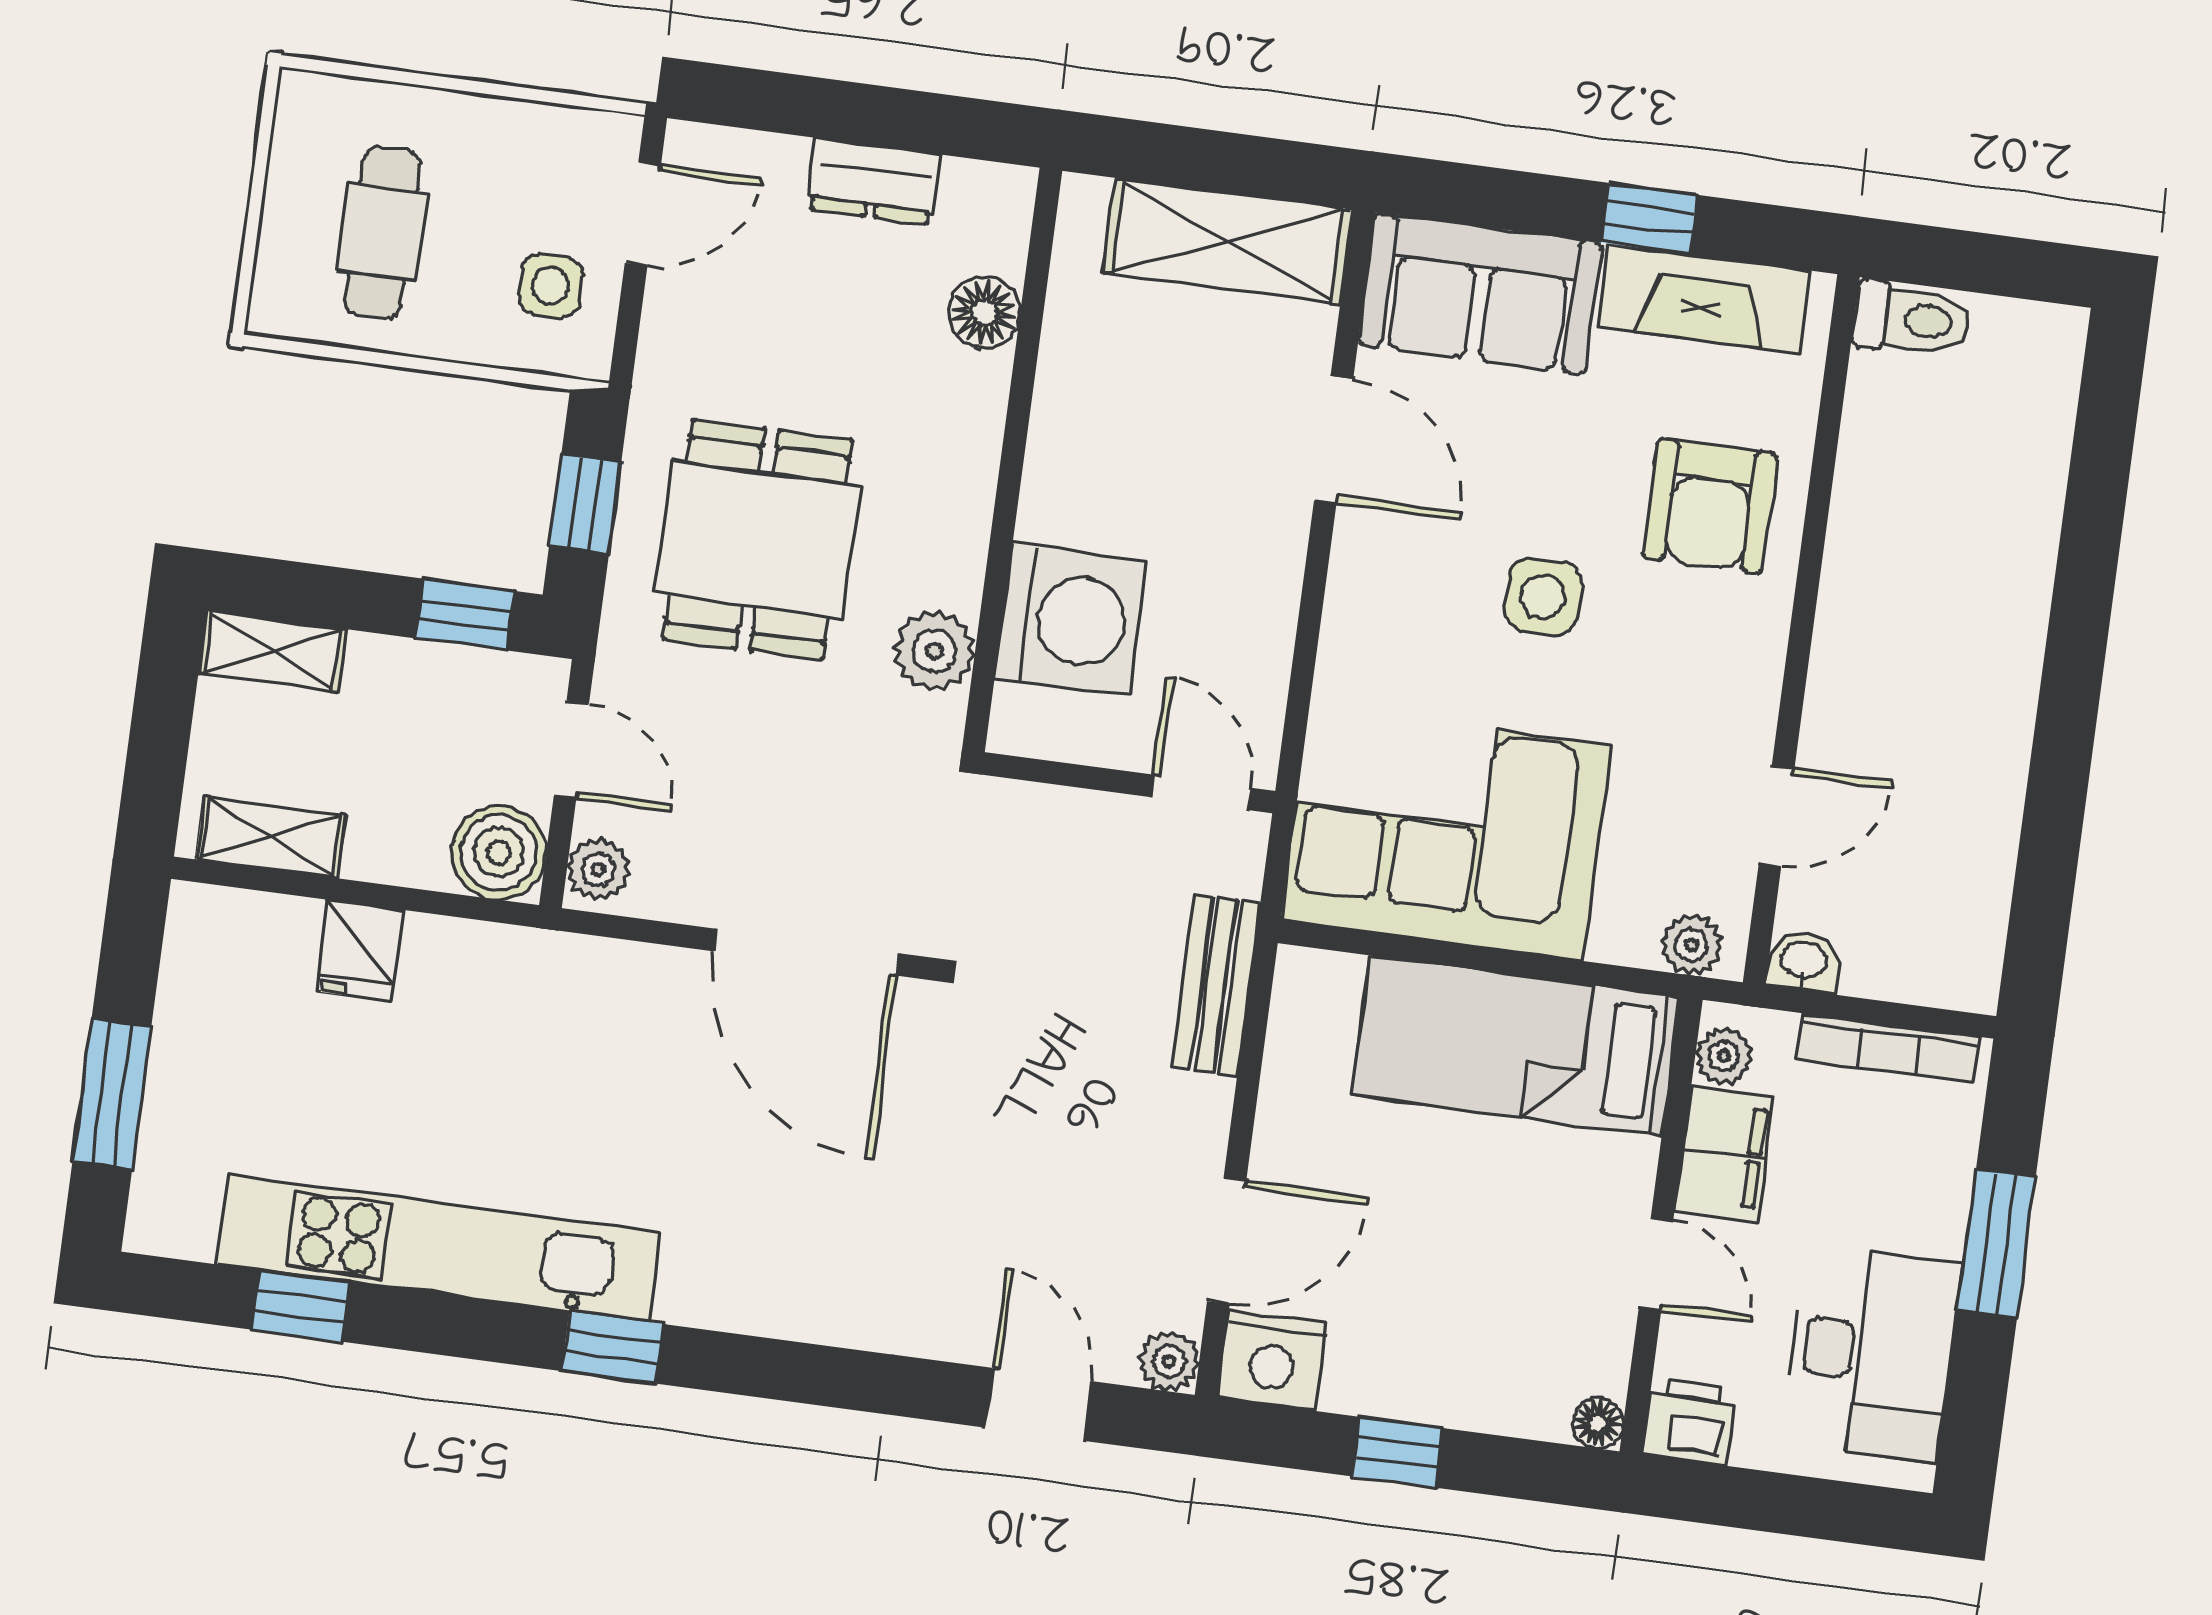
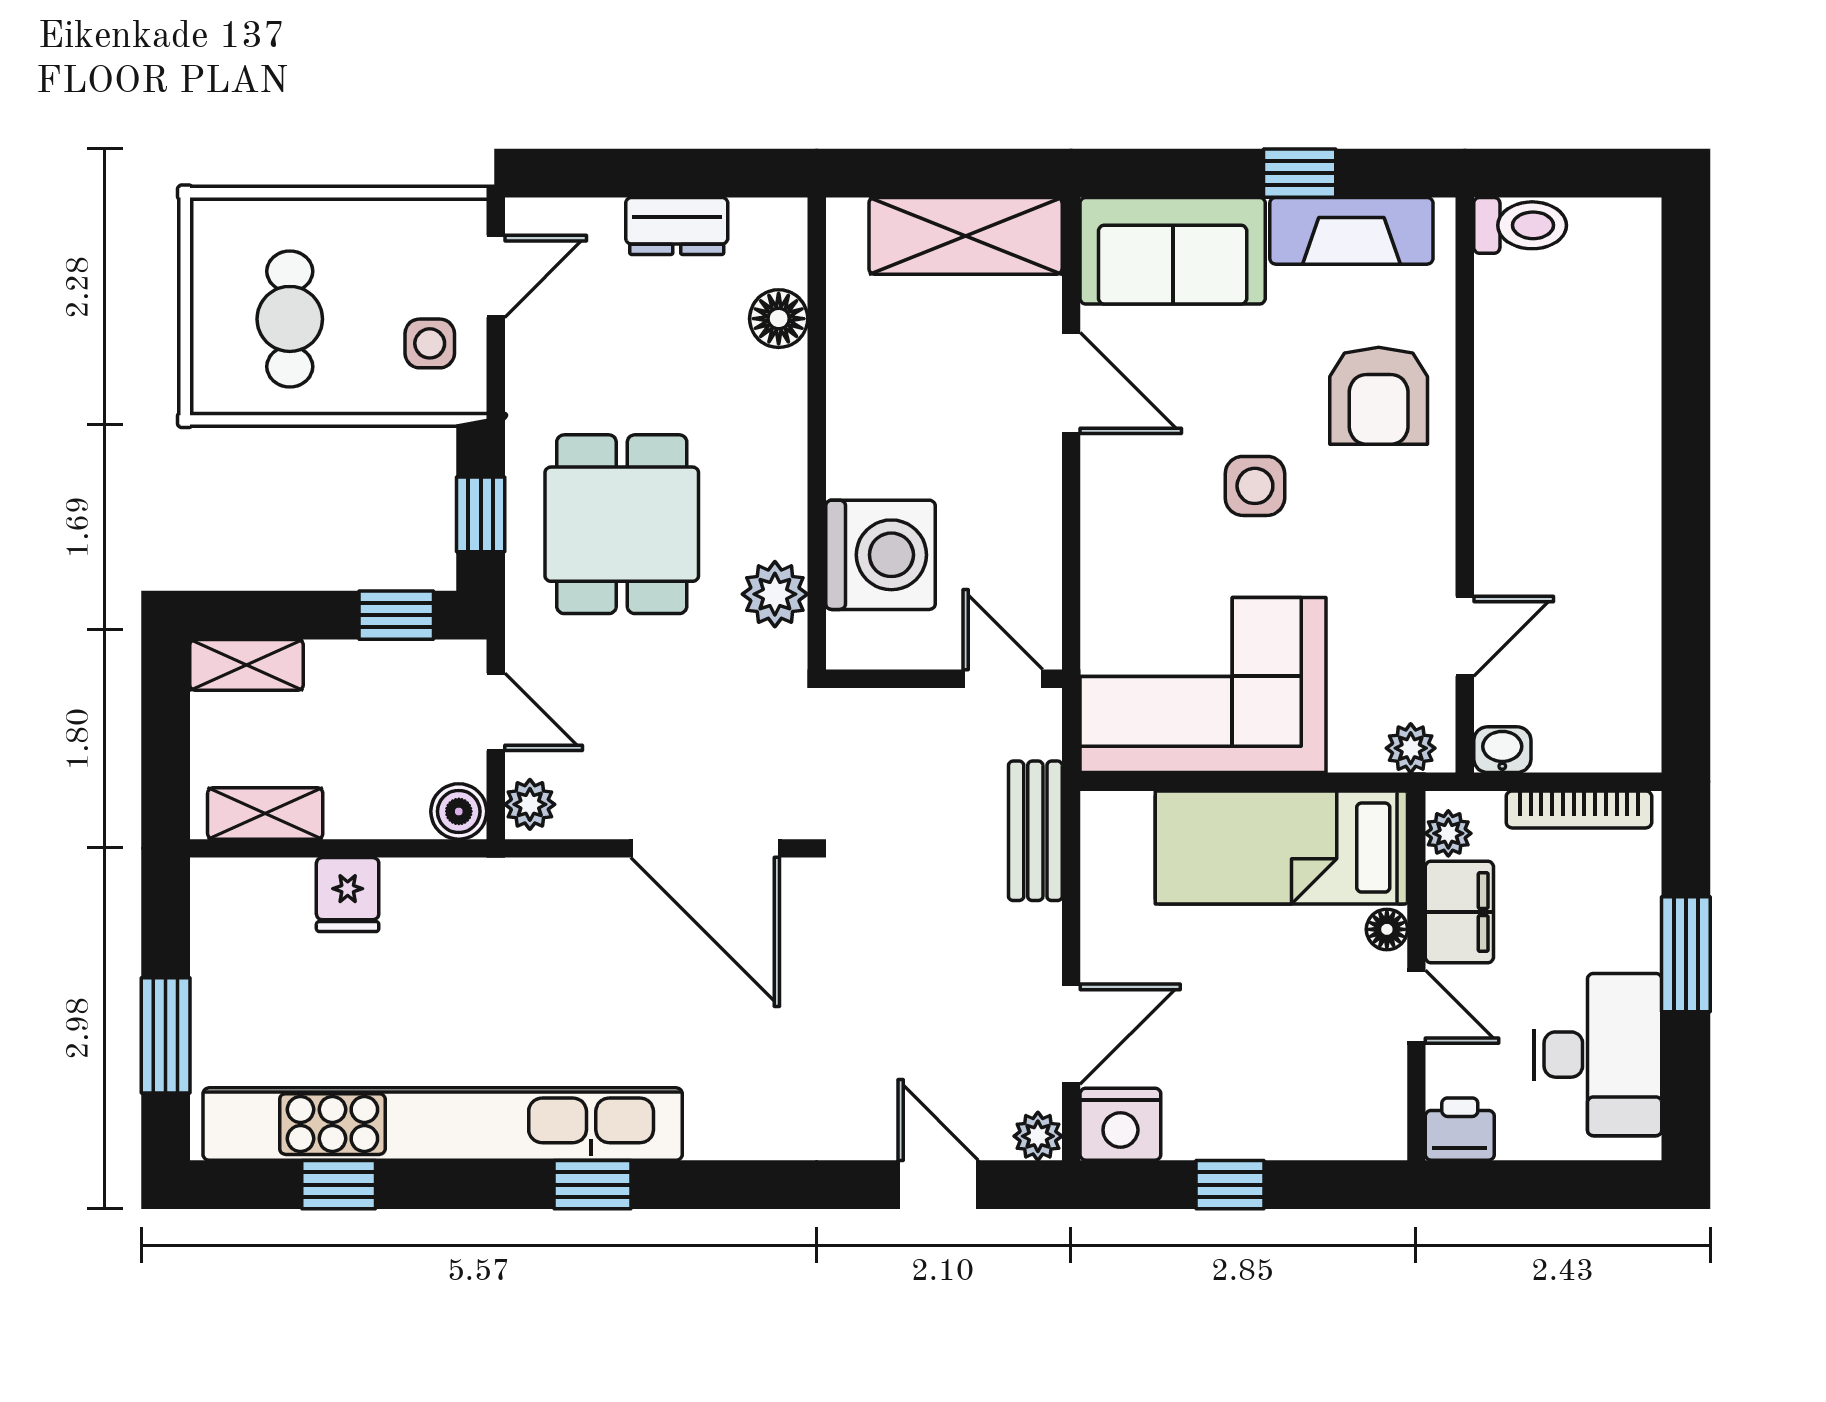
boiler: (499, 852) -> (459, 811), width x0.73, depth x0.73
kitchen unit: (438, 1248) -> (443, 1124), width x1.36
floor lamp: (1598, 1423) -> (1387, 929), moved

